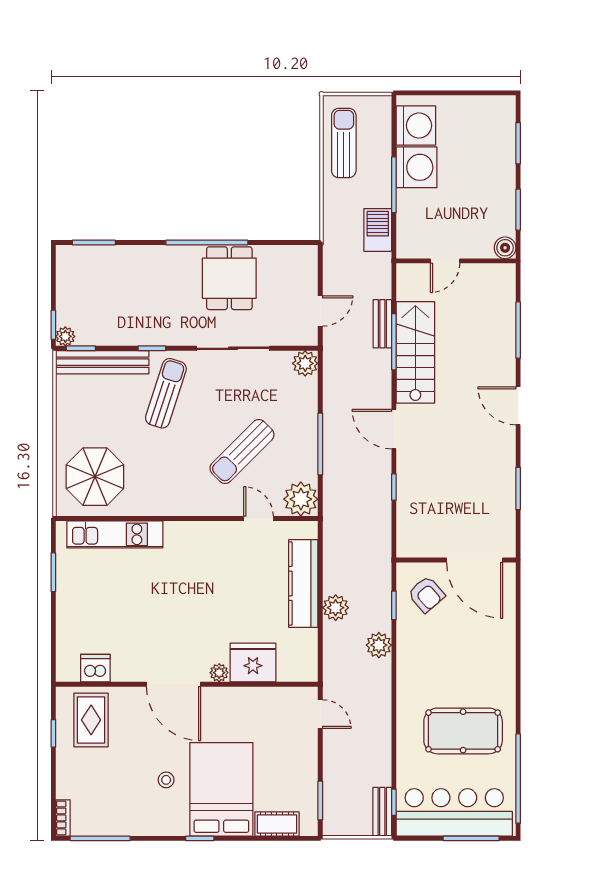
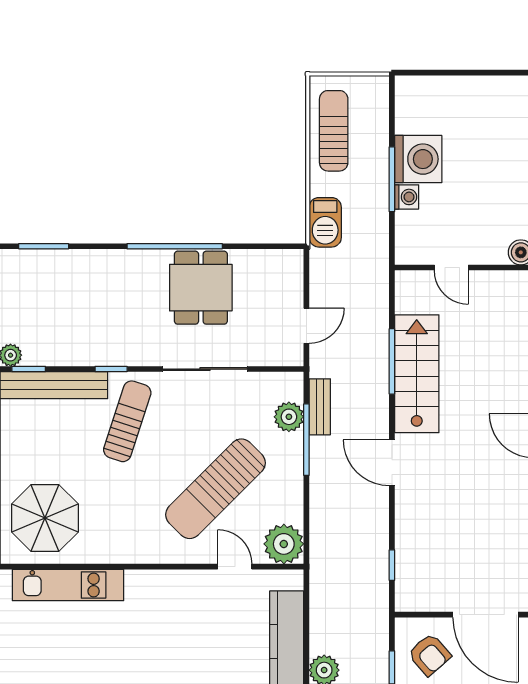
washing machine: (416, 125) -> (407, 197), moved, width x0.53, depth x0.53
barbecue: (378, 230) -> (325, 222), moved, turned 180
door: (445, 261) -> (451, 268), hinge flipped
bench: (382, 324) -> (320, 407), moved
plant: (305, 363) -> (289, 417), moved
window: (320, 444) -> (306, 440), moved
sun lounger: (242, 451) -> (216, 489), width x1.36, depth x1.34
window: (394, 487) -> (392, 565), moved

